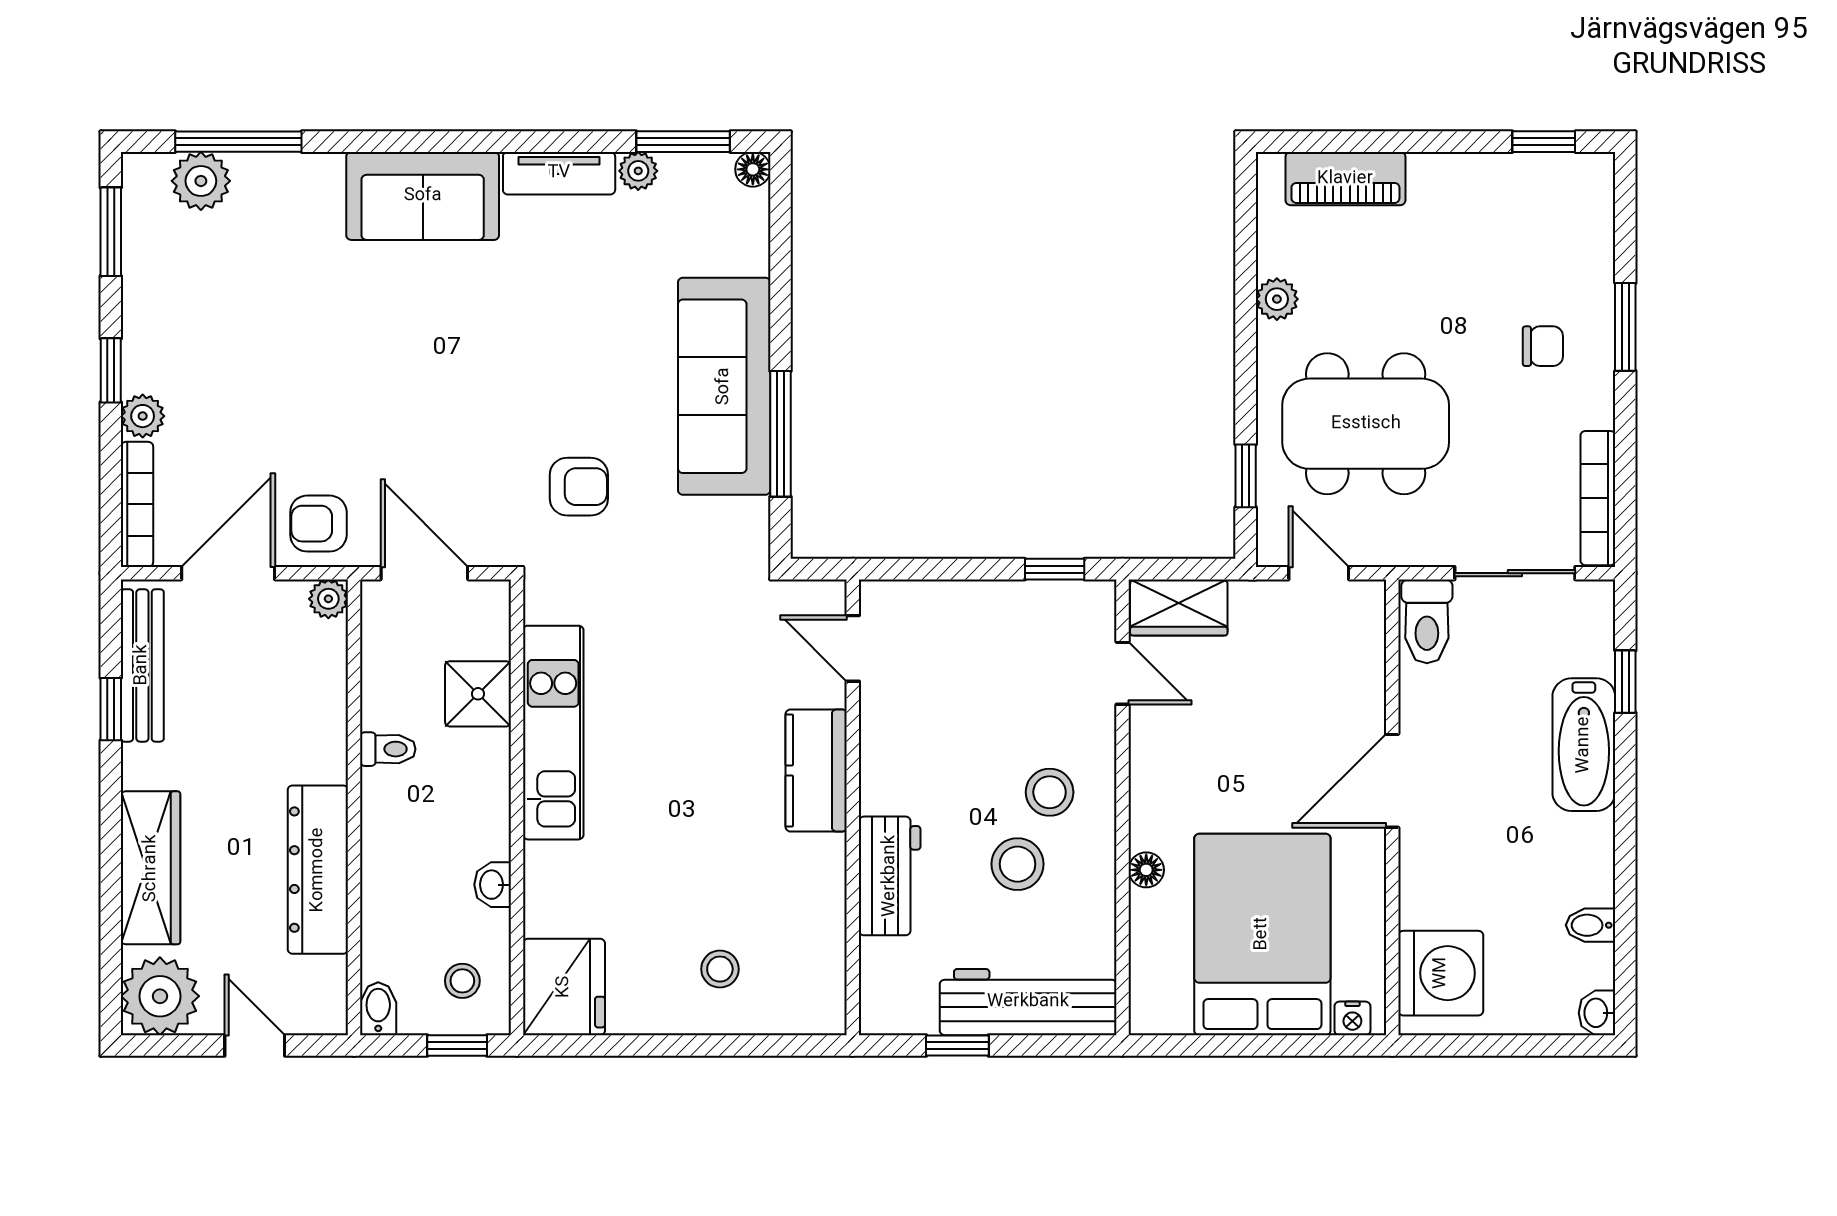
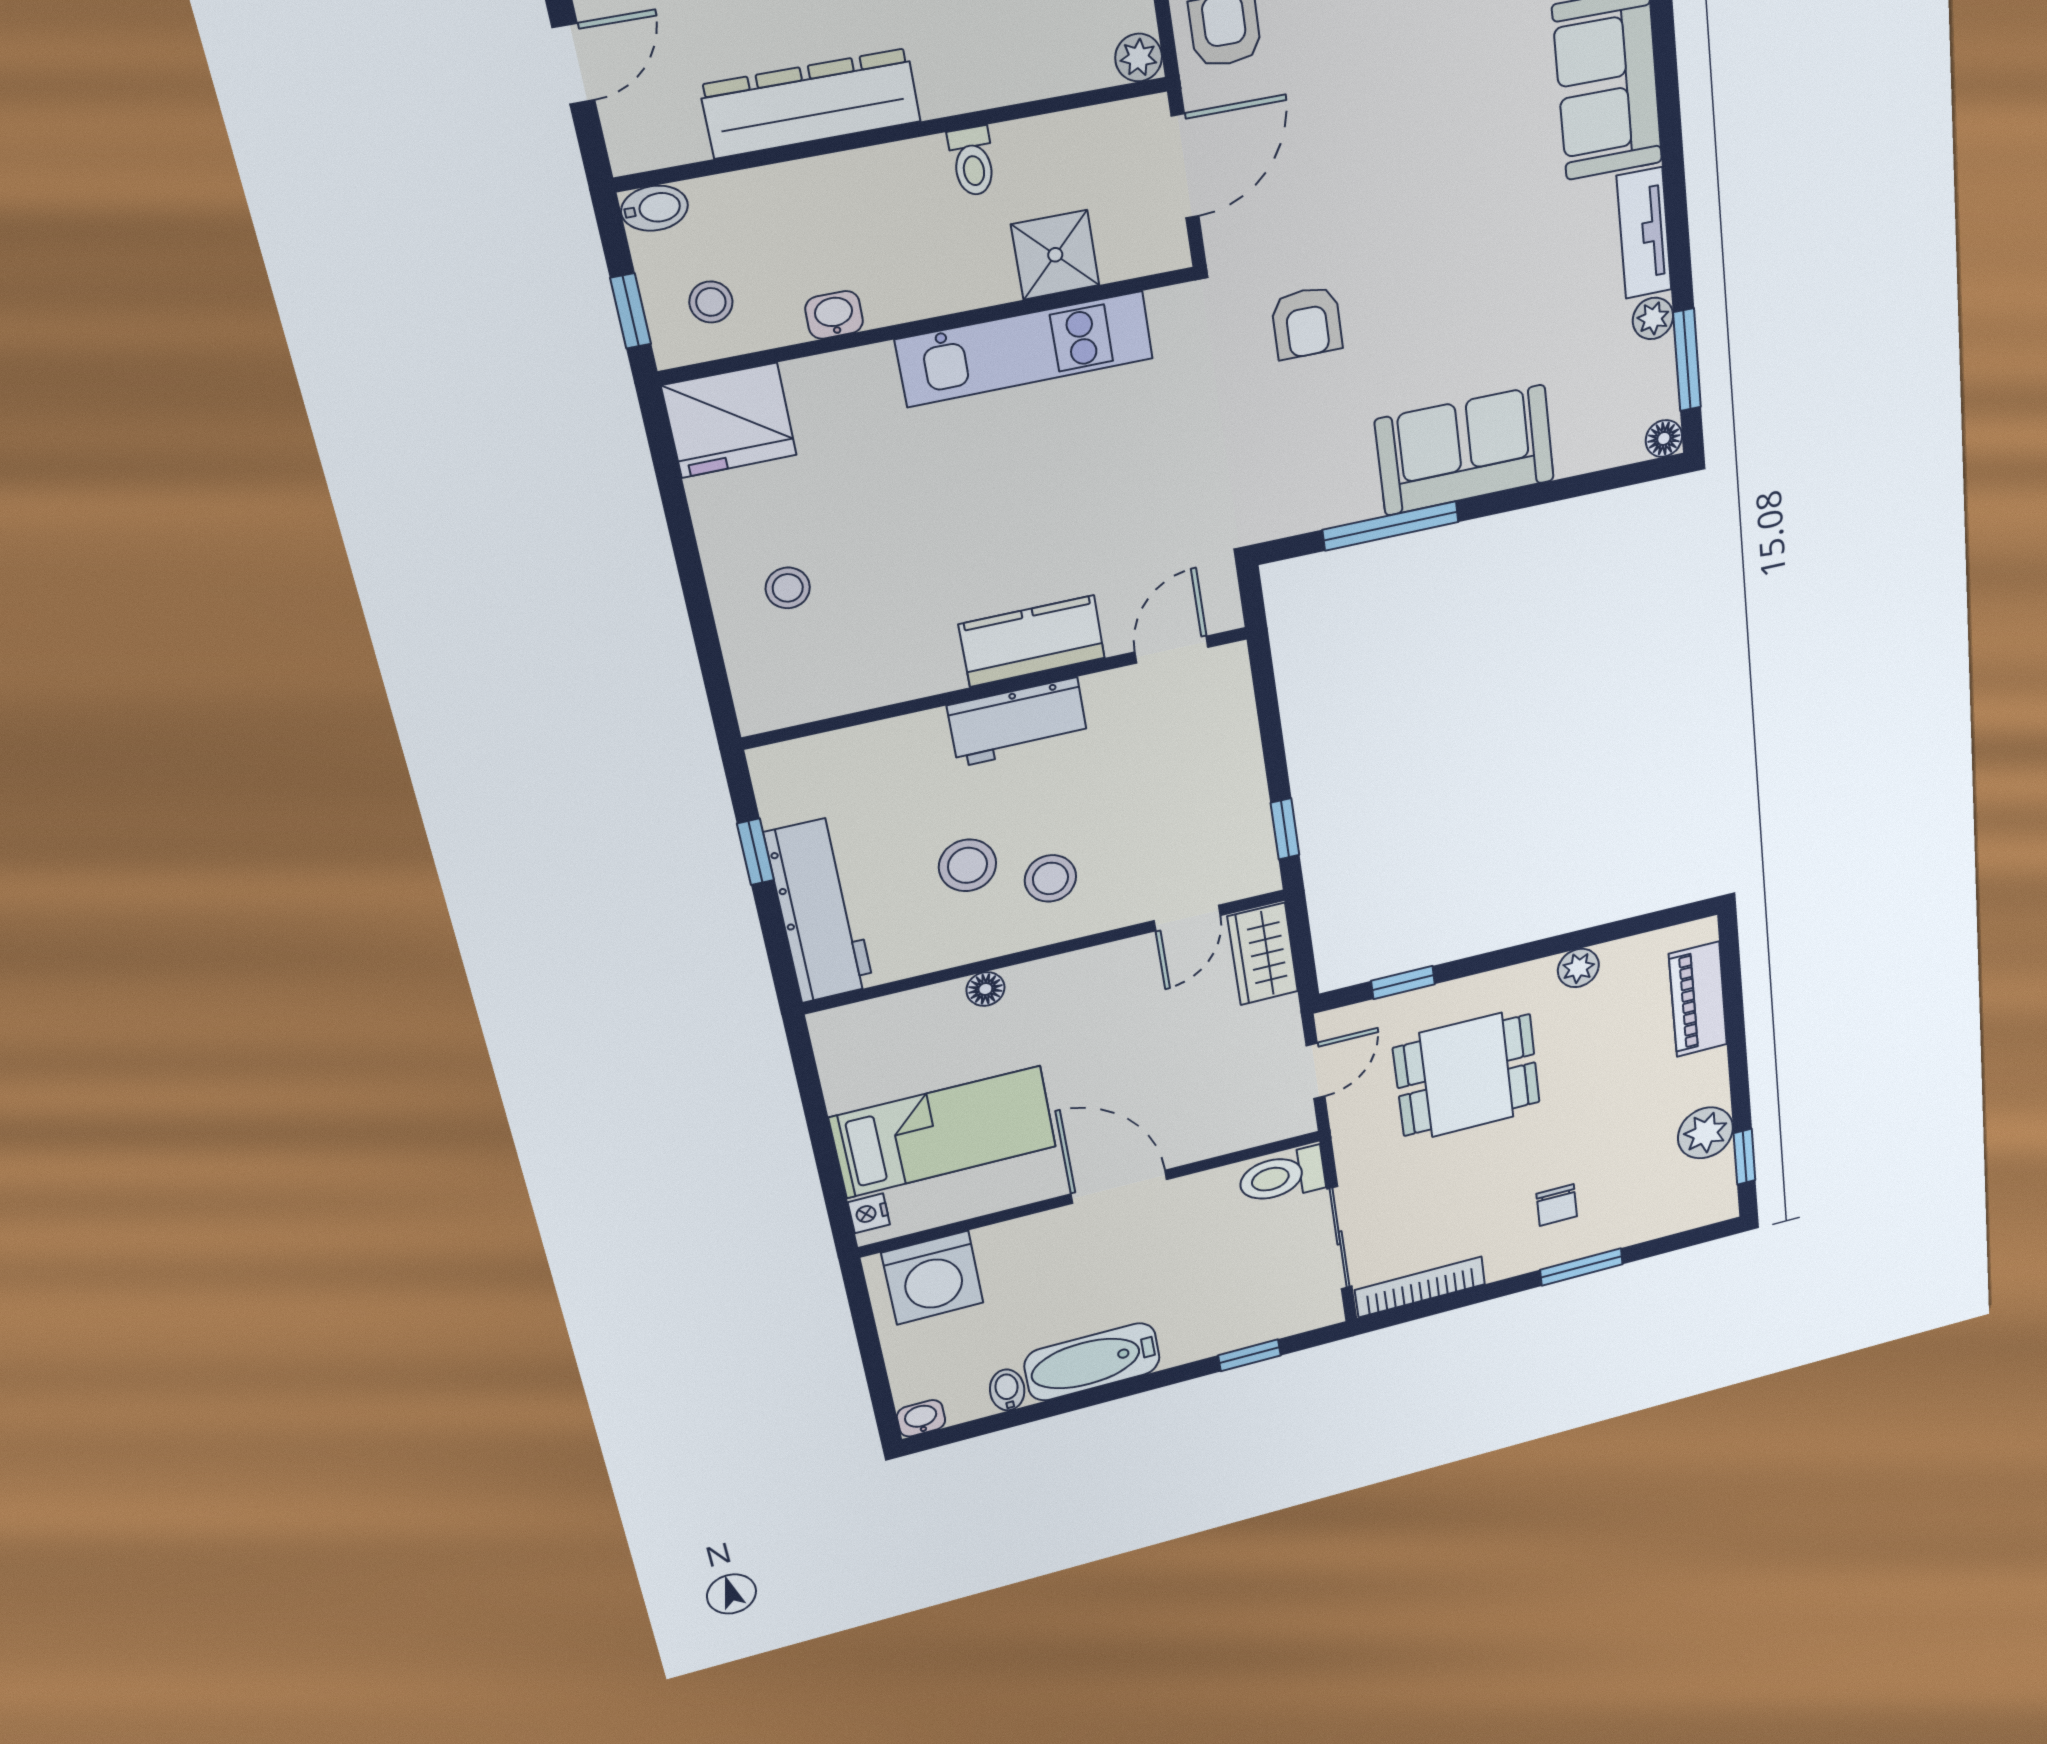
plant: (1503, 182) -> (1705, 1133), added
sofa: (724, 386) -> (1465, 450), width x0.73
dining table: (1366, 424) -> (1467, 1075), width x0.73
bathtub: (1584, 745) -> (1092, 1362), moved
workbench: (890, 876) -> (1018, 722), moved
bed: (1262, 934) -> (943, 1132), width x0.67

